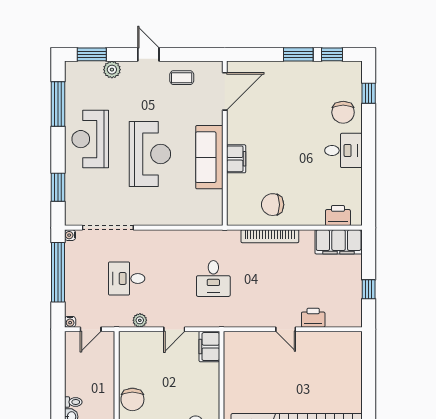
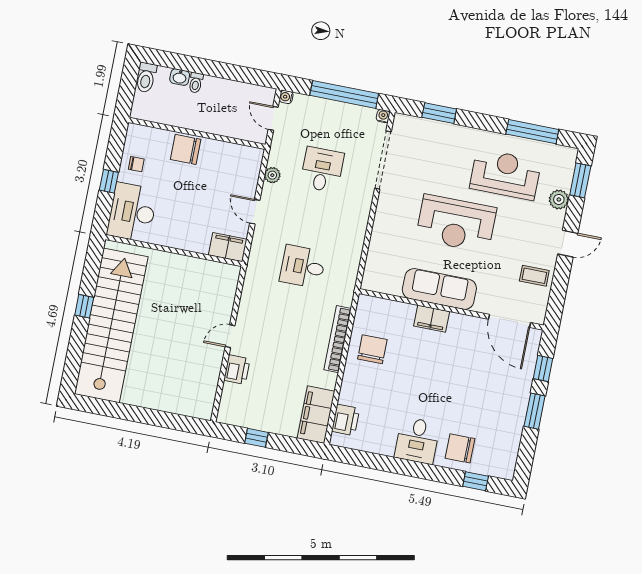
window: (332, 54) -> (543, 368), moved
coffee table: (182, 78) -> (534, 276), turned 90
reception desk: (90, 139) -> (505, 174), moved

